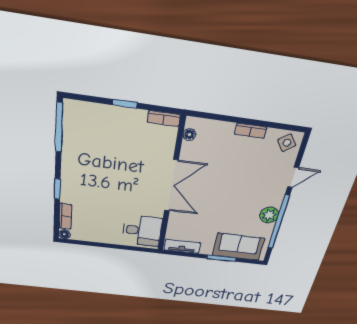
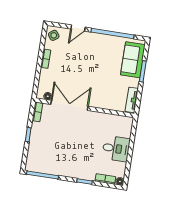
door: (293, 177) -> (78, 28), swing flipped
double door: (171, 186) -> (69, 105), moved
plant: (269, 215) -> (107, 41), removed
desk: (142, 231) -> (116, 149), moved, turned 90

